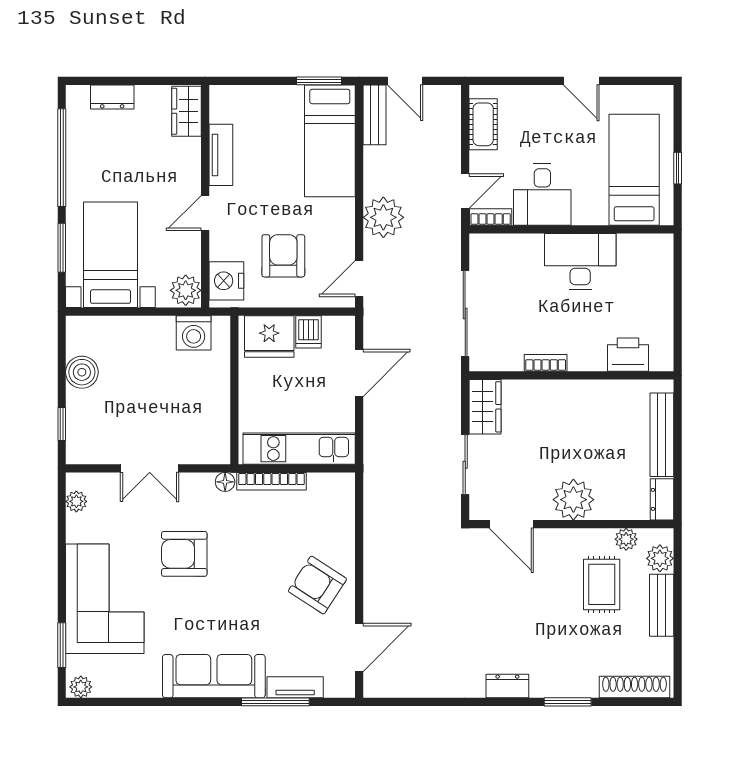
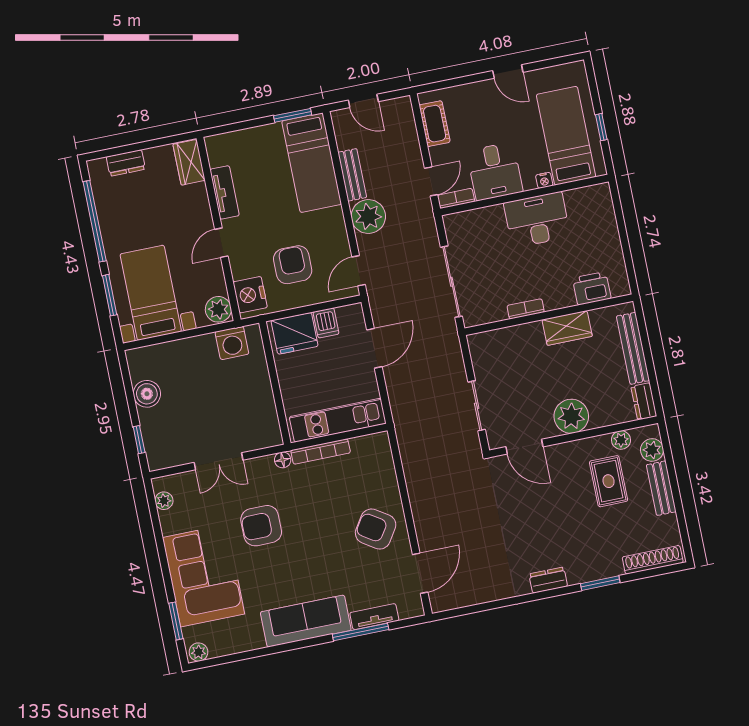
bench: (375, 115) -> (352, 175), moved
nightstand: (598, 217) -> (544, 180), added
wardrobe: (485, 407) -> (567, 328), moved, turned 90

